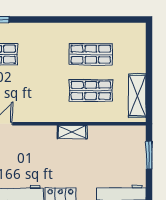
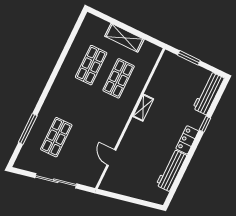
shelving: (137, 96) -> (124, 38), moved

